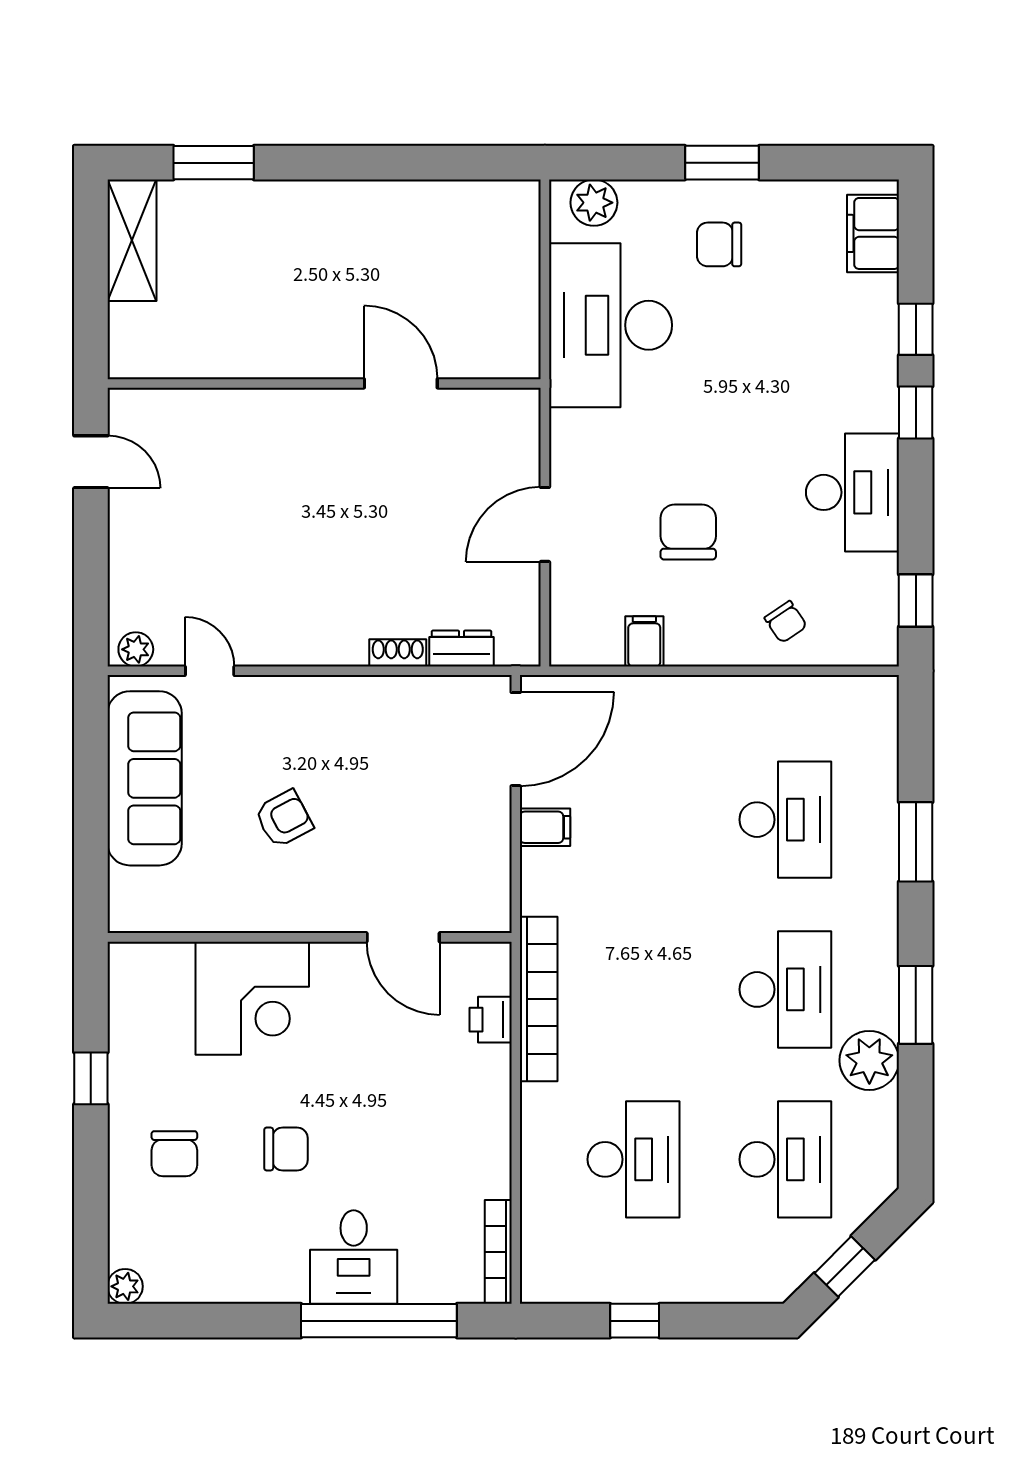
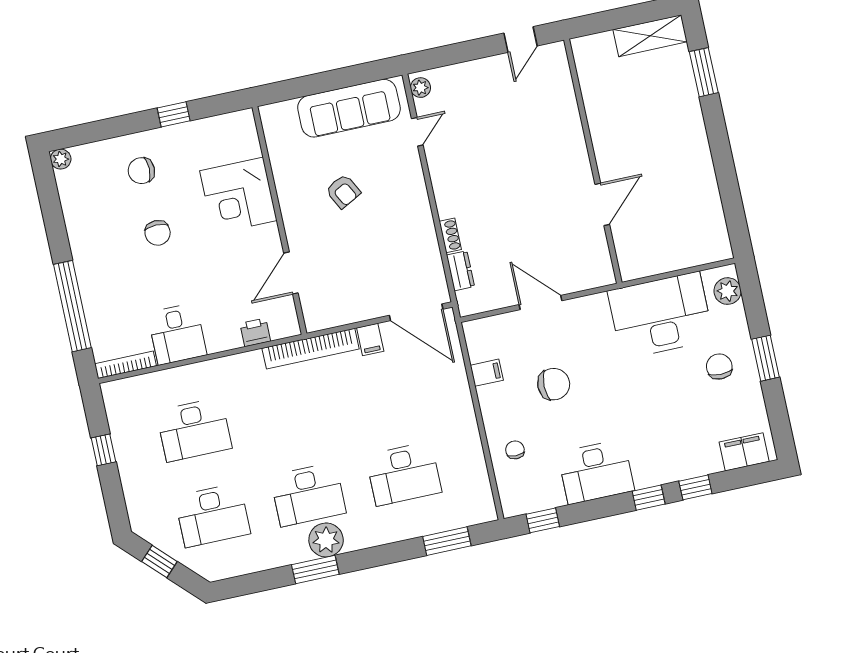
chair: (786, 622) -> (515, 450), turned 124
window: (916, 842) -> (447, 541), moved
bookcase: (539, 999) -> (311, 349), moved
plant: (869, 1060) -> (326, 540), moved
desk: (354, 1257) -> (177, 334), moved, turned -90

